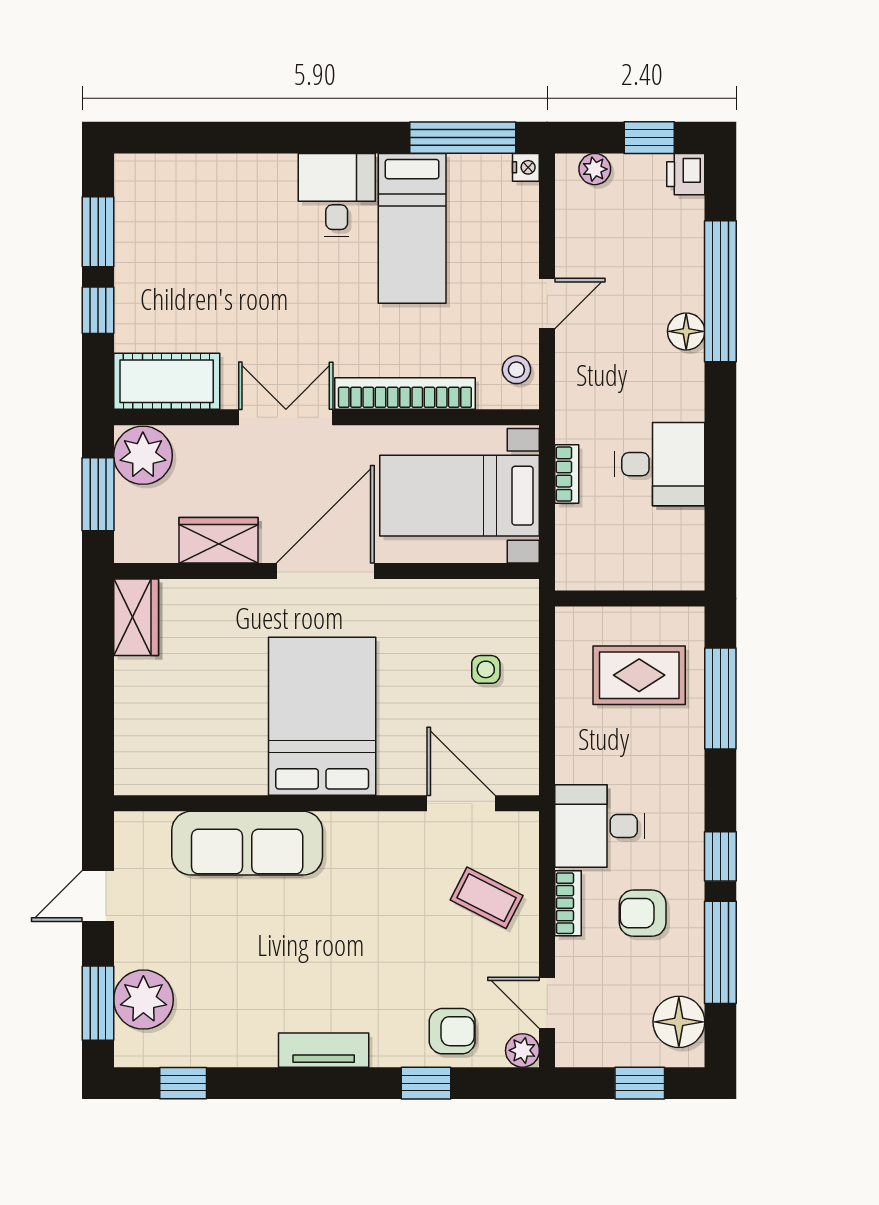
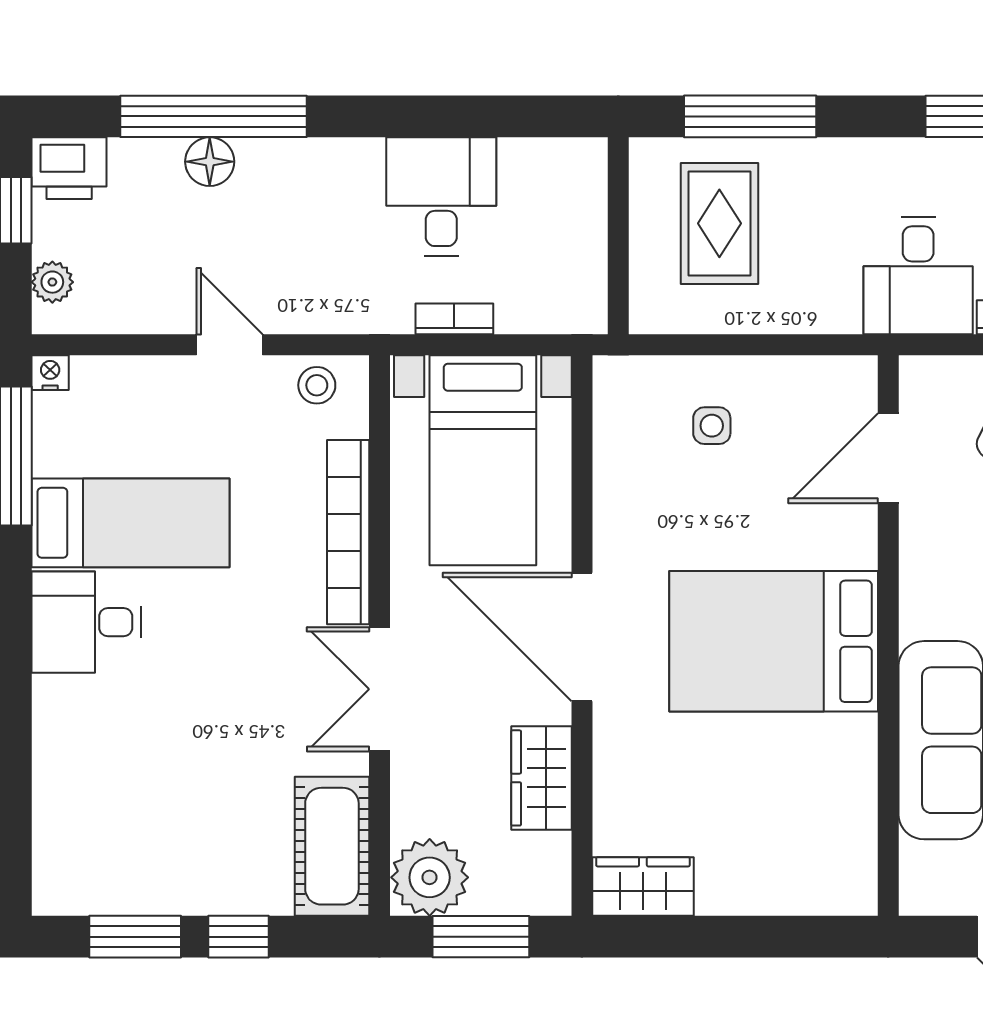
printer: (686, 174) -> (69, 168), width x1.36, depth x1.24
floor lamp: (686, 331) -> (210, 162), moved

